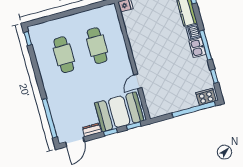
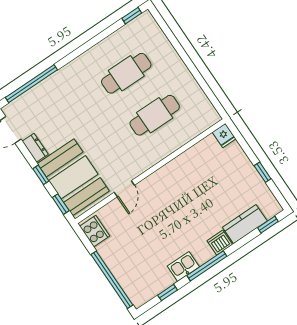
kitchen sink: (197, 48) -> (183, 267), moved
door: (138, 81) -> (124, 189), swing flipped
cooker: (206, 97) -> (95, 231), moved

